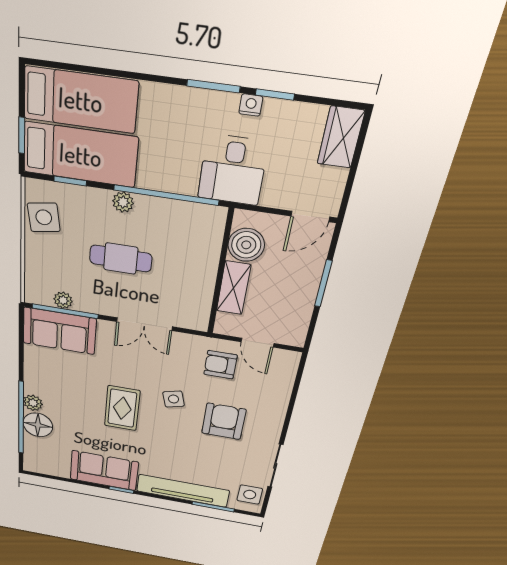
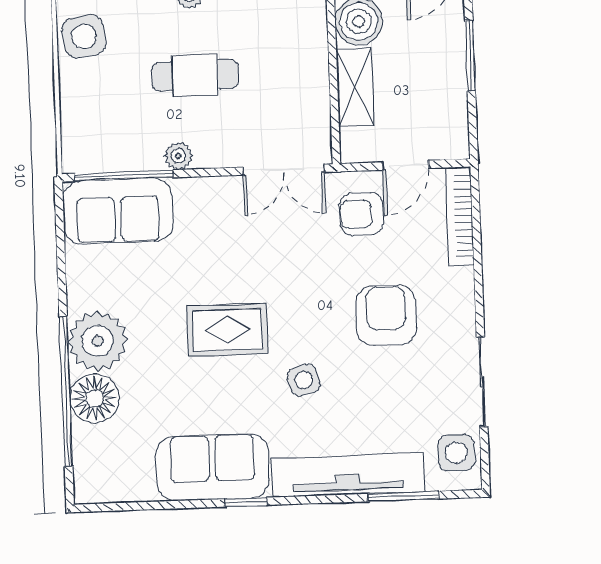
plant: (63, 300) -> (178, 156), moved
double door: (144, 324) -> (284, 170), moved
door: (257, 343) -> (405, 165), hinge flipped
bookcase: (286, 379) -> (460, 216), added
side table: (174, 399) -> (304, 380), moved
plant: (33, 403) -> (98, 341), width x1.87, depth x1.87
rug: (122, 408) -> (227, 330), turned 90

